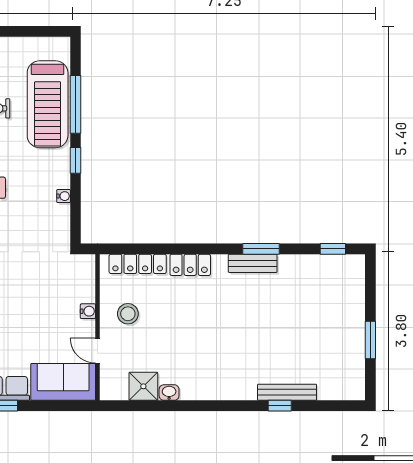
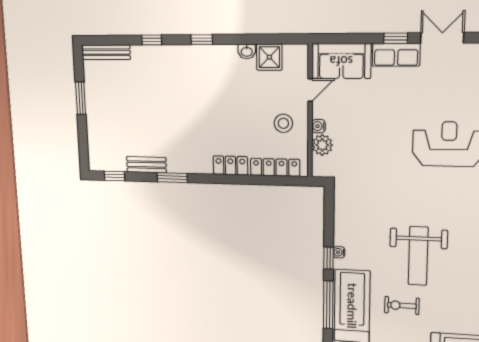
water cooler: (64, 196) -> (339, 252), moved
bench: (253, 263) -> (146, 165), moved
plant: (84, 290) -> (322, 145), added
door: (97, 351) -> (310, 90), hinge flipped
bench: (287, 392) -> (106, 52), moved
window: (221, 406) -> (202, 40), added

